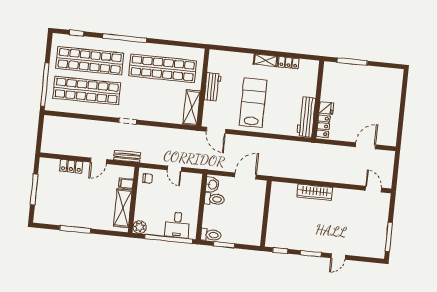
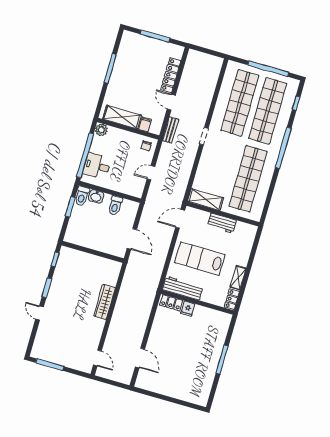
window: (45, 84) -> (268, 69), moved
wall: (318, 99) -> (197, 302), moved
lab bench: (253, 103) -> (200, 259), turned 180
fridge: (326, 108) -> (188, 309), moved
workbench: (306, 117) -> (183, 288), moved
locker: (323, 126) -> (171, 303), moved
locker: (71, 166) -> (171, 75), width x1.53
washbasin: (212, 185) -> (96, 196), moved
door: (373, 189) -> (97, 358), hinge flipped

